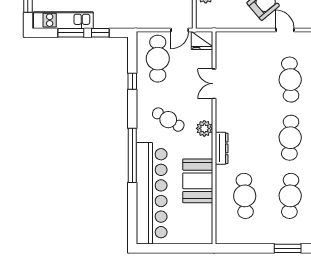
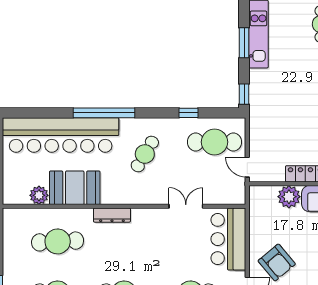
window: (100, 33) -> (244, 94), moved
fridge: (202, 41) -> (235, 192), removed
bar counter: (243, 46) -> (228, 239), added
plant: (204, 128) -> (39, 195), moved

